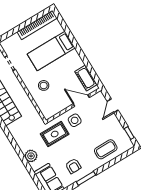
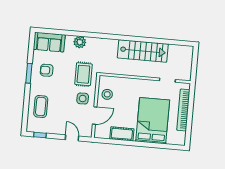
bookcase: (37, 25) -> (183, 110), moved
bed: (51, 51) -> (153, 121), width x1.50
cot: (86, 78) -> (122, 134), moved
stool: (44, 85) -> (107, 94), moved

